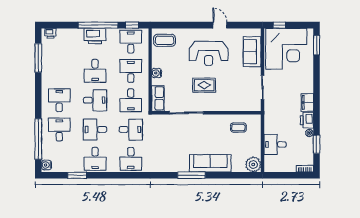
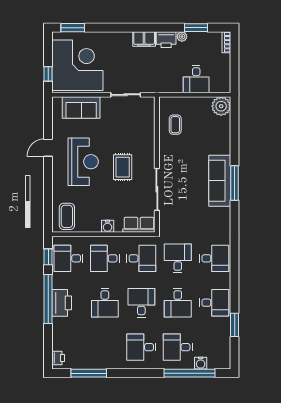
desk: (95, 71) -> (105, 303), turned 90
sofa: (210, 163) -> (220, 181), moved
water cooler: (46, 165) -> (201, 363), moved

